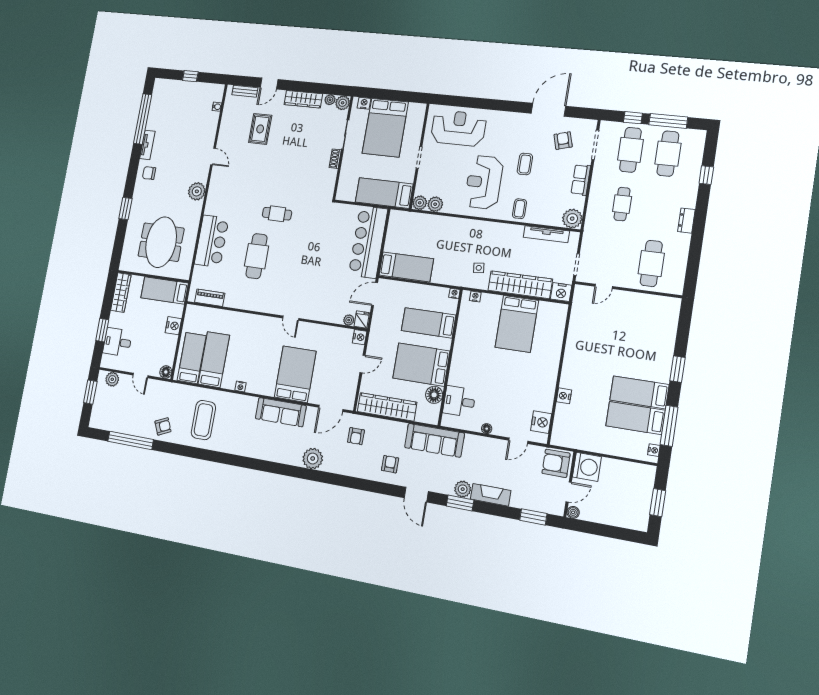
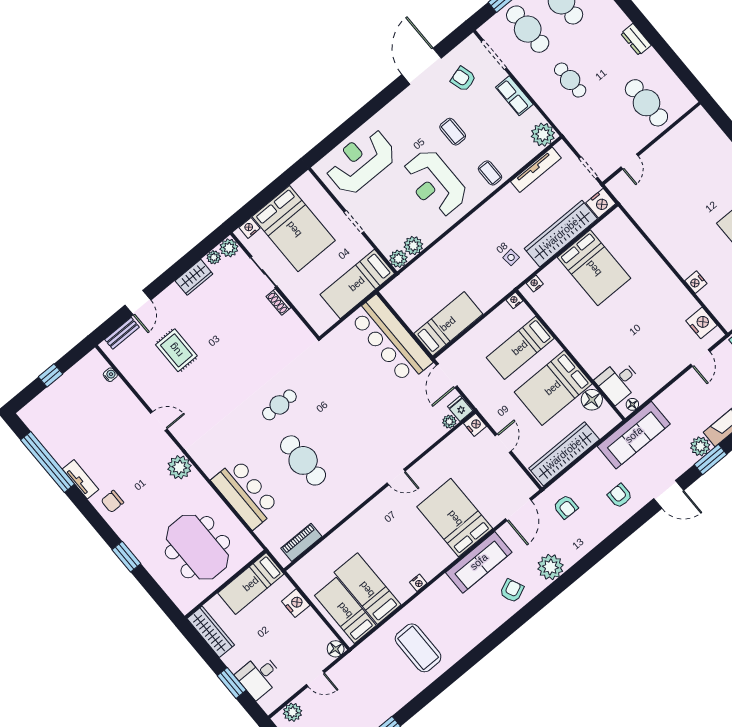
wardrobe: (303, 99) -> (194, 277), width x0.67
armchair: (163, 426) -> (512, 591), moved
floor lamp: (487, 429) -> (632, 404), moved

